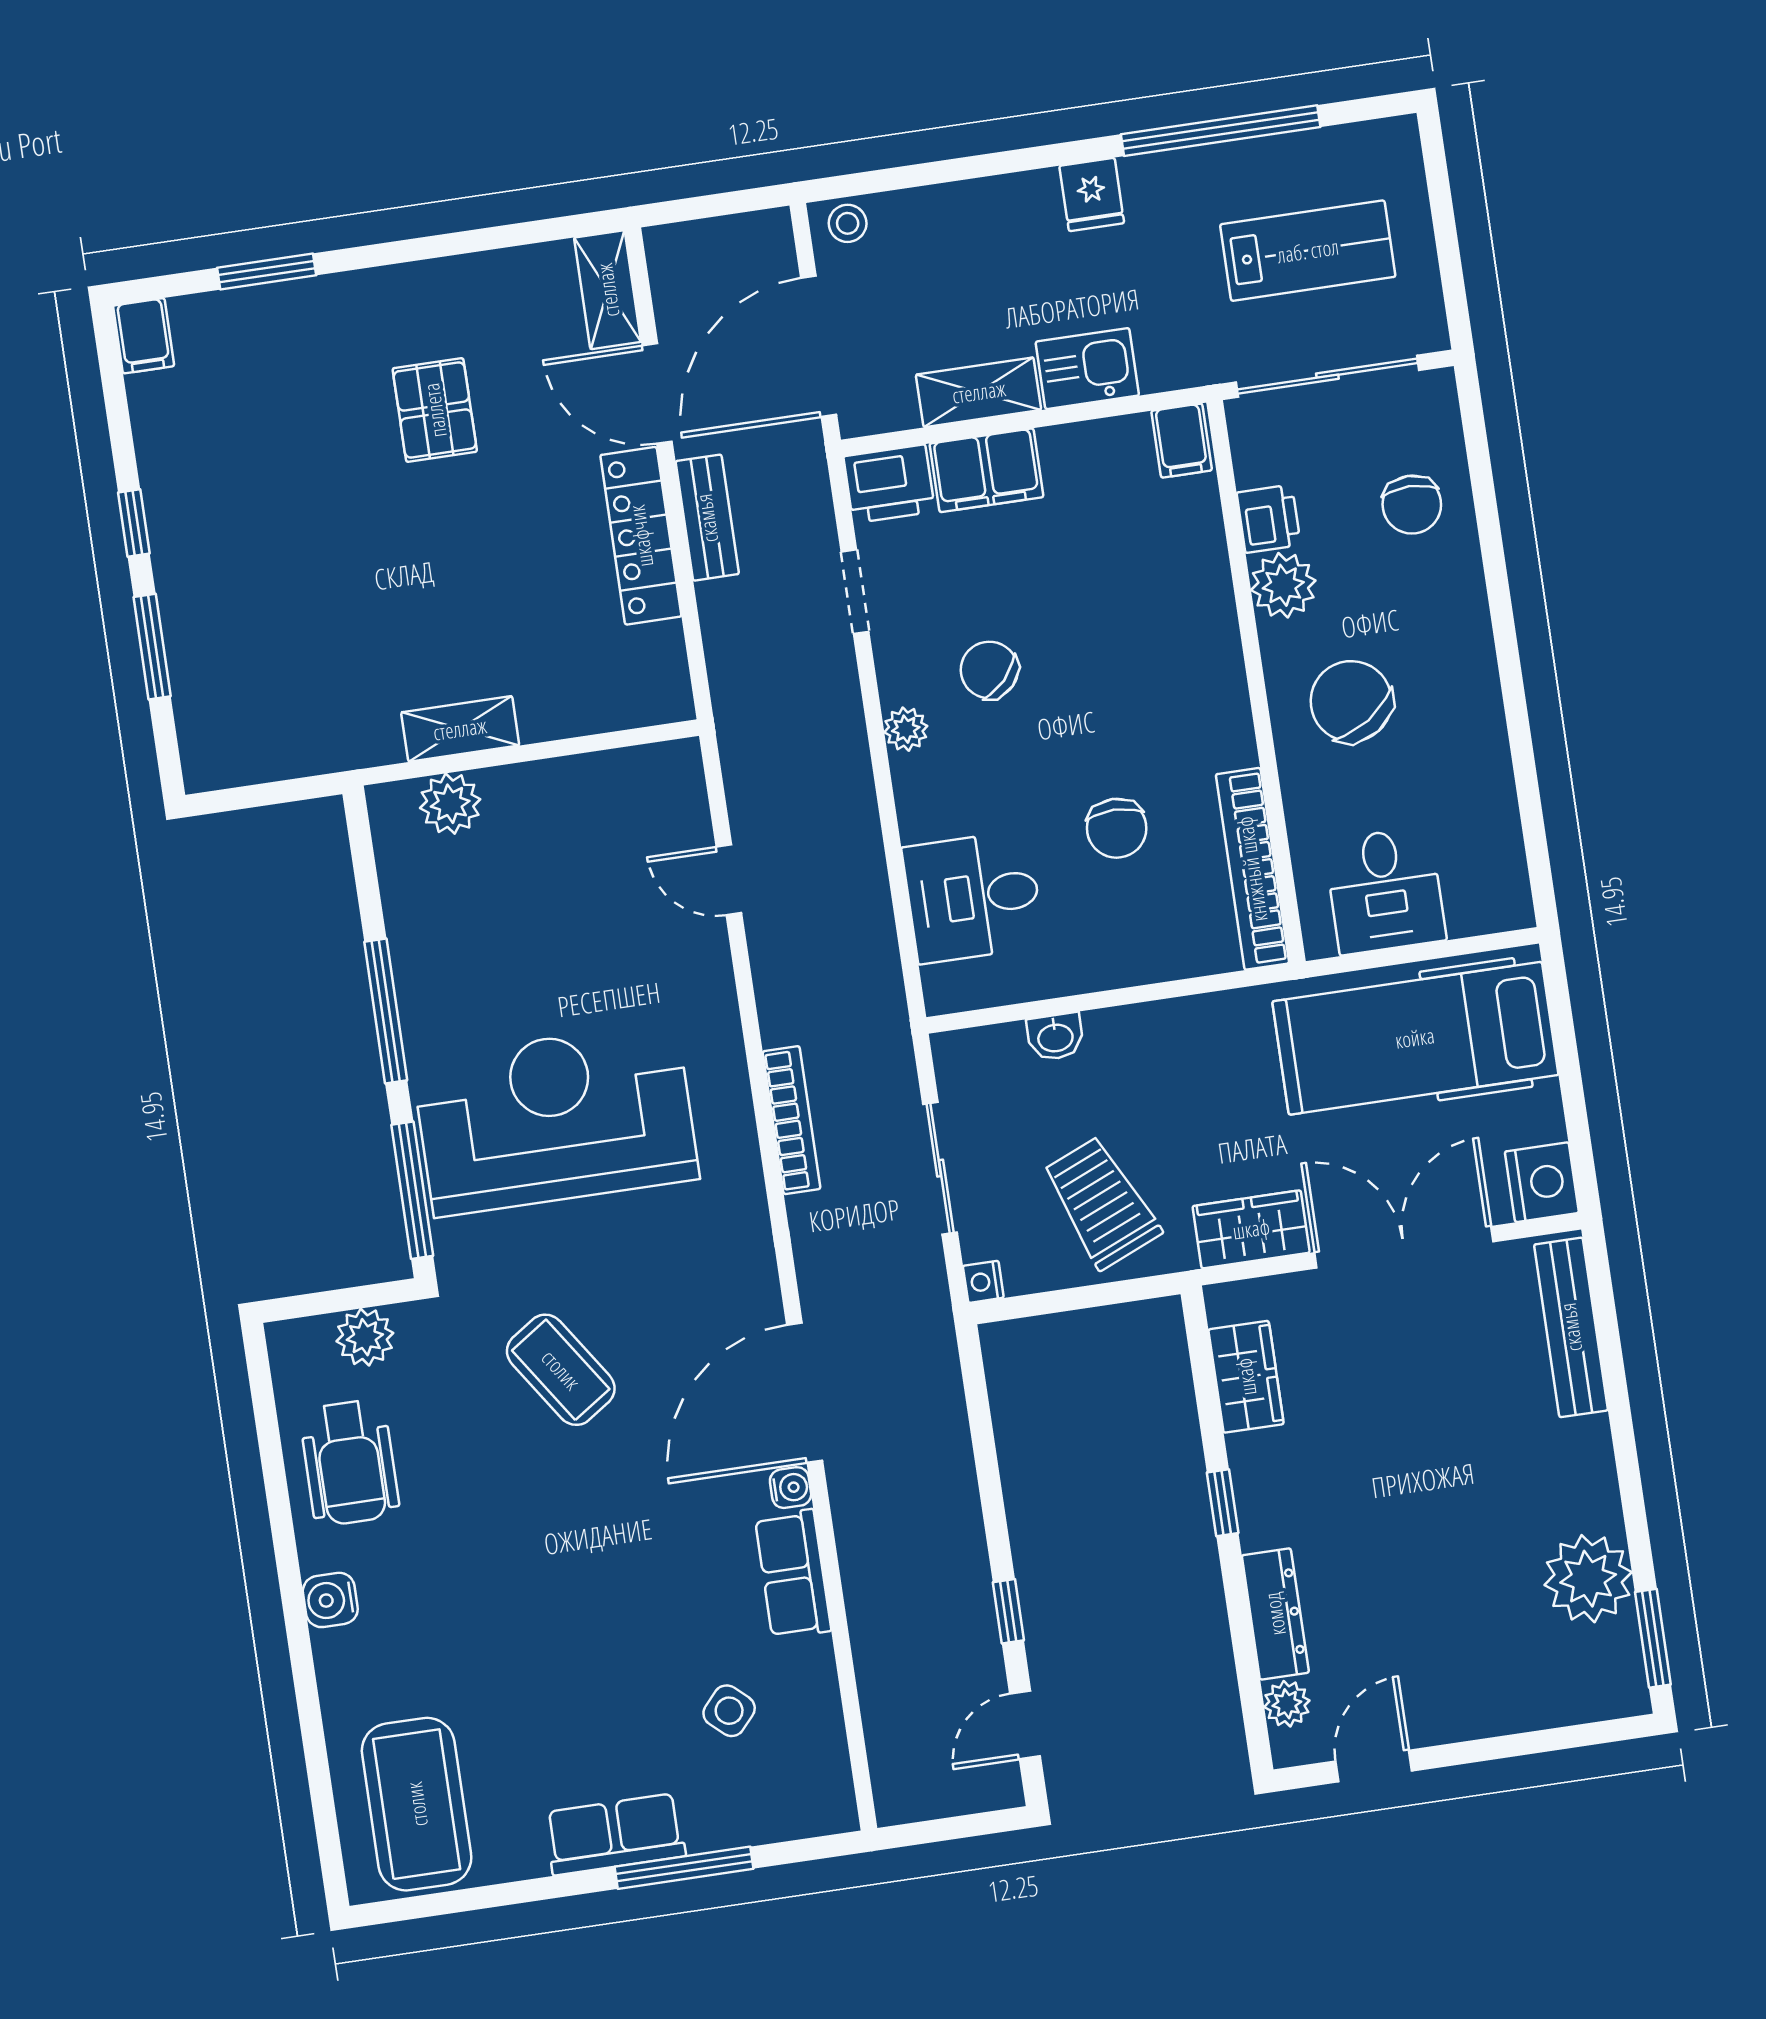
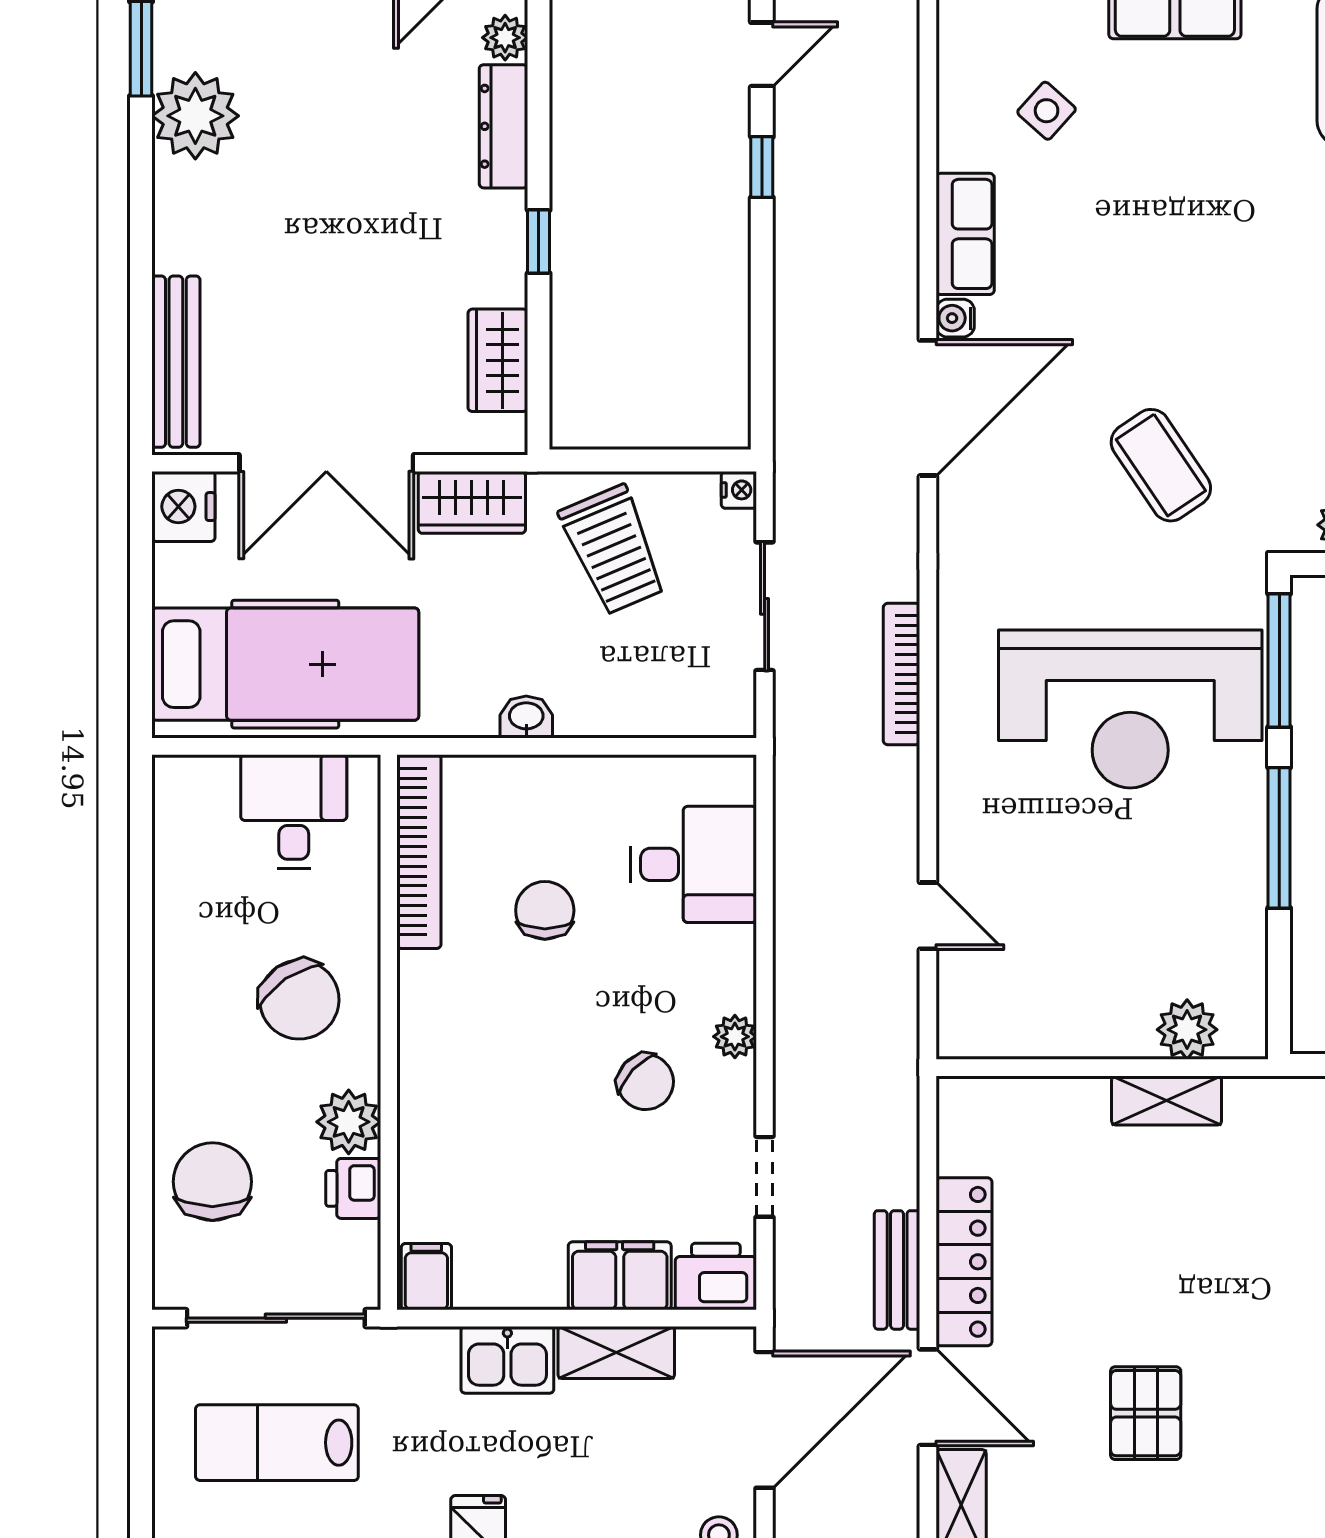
chair: (1412, 505) -> (212, 1182), width x1.37, depth x1.37
washbasin: (1055, 1037) -> (526, 717), moved

